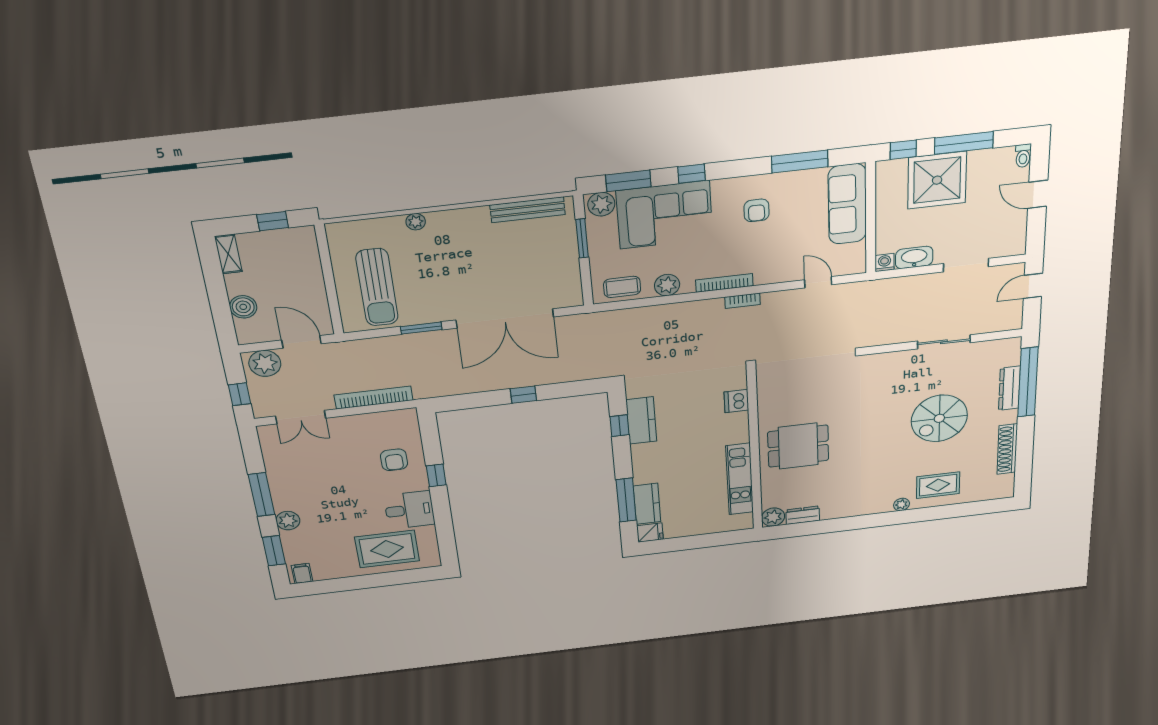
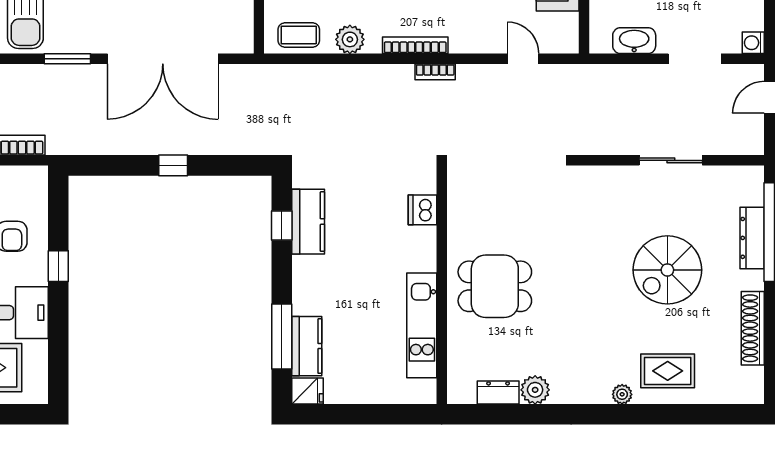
washing machine: (885, 263) -> (753, 43), moved, turned -90
plant: (773, 517) -> (535, 390), moved

